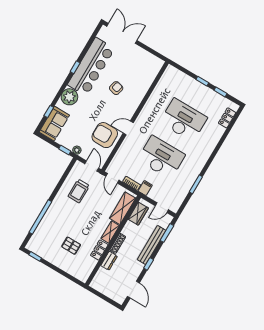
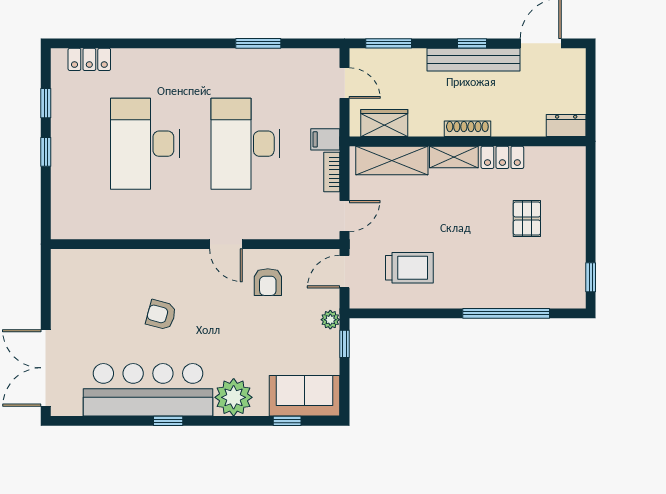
armchair: (105, 135) -> (268, 282), width x0.53, depth x0.53
bench: (152, 245) -> (474, 60), moved
dresser: (109, 261) -> (566, 125), moved

